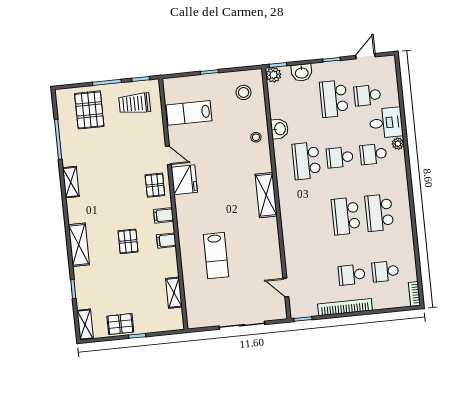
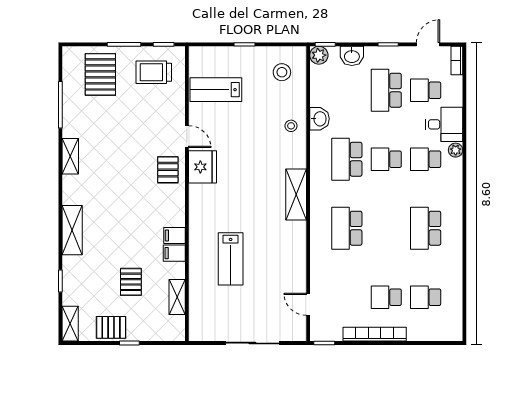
filing cabinet: (164, 215) -> (174, 253), moved
school desk: (346, 216) -> (347, 228), moved
pallet: (128, 241) -> (131, 282), moved
bookcase: (414, 294) -> (457, 60), moved

